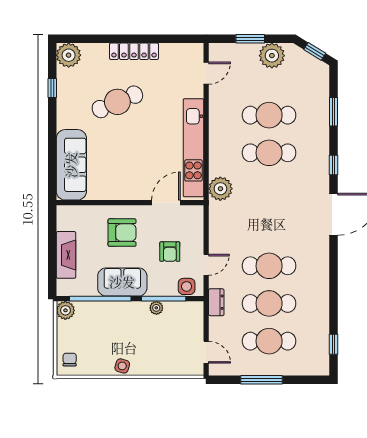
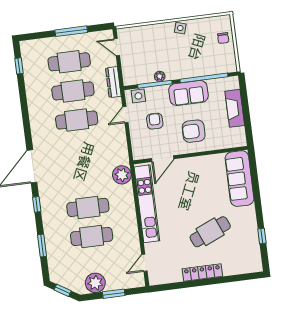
plant: (69, 55) -> (253, 263), removed
dresser: (216, 302) -> (113, 82), width x1.44
plant: (65, 310) -> (230, 65), removed
chair: (70, 360) -> (223, 38), moved

